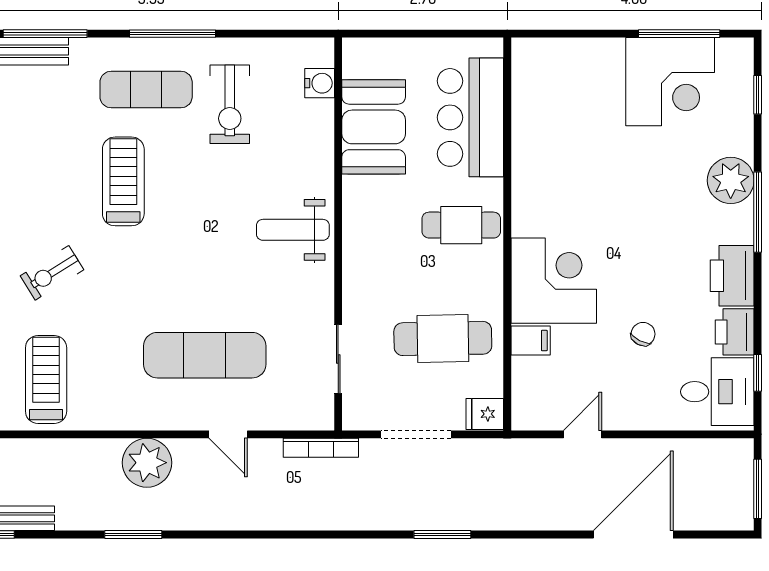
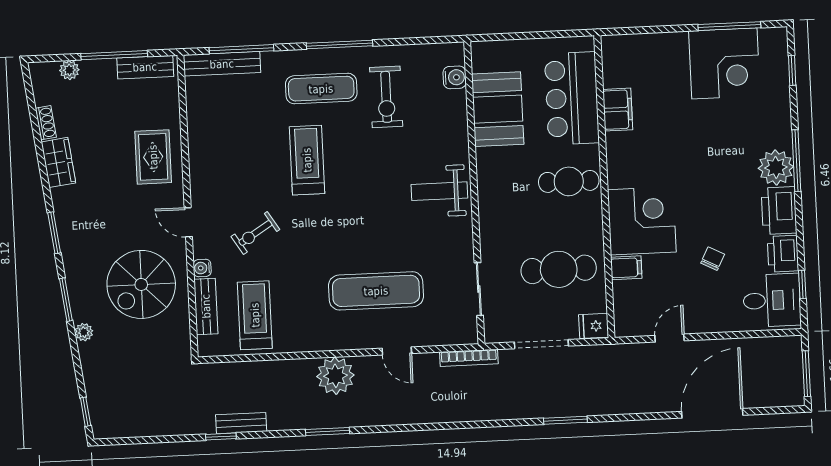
filing cabinet: (529, 135) -> (618, 110), added
plant: (731, 180) -> (776, 167), moved

